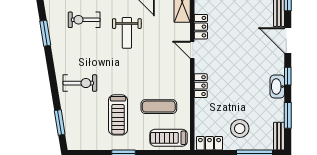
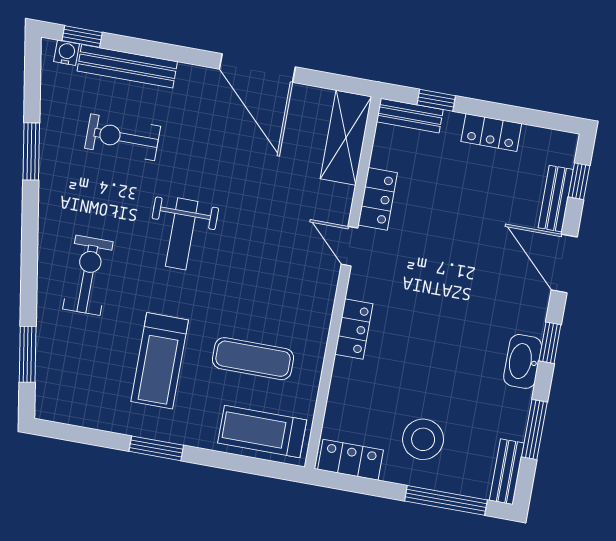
weight bench: (127, 33) -> (182, 234), moved
exercise bike: (80, 83) -> (88, 275), turned -90

